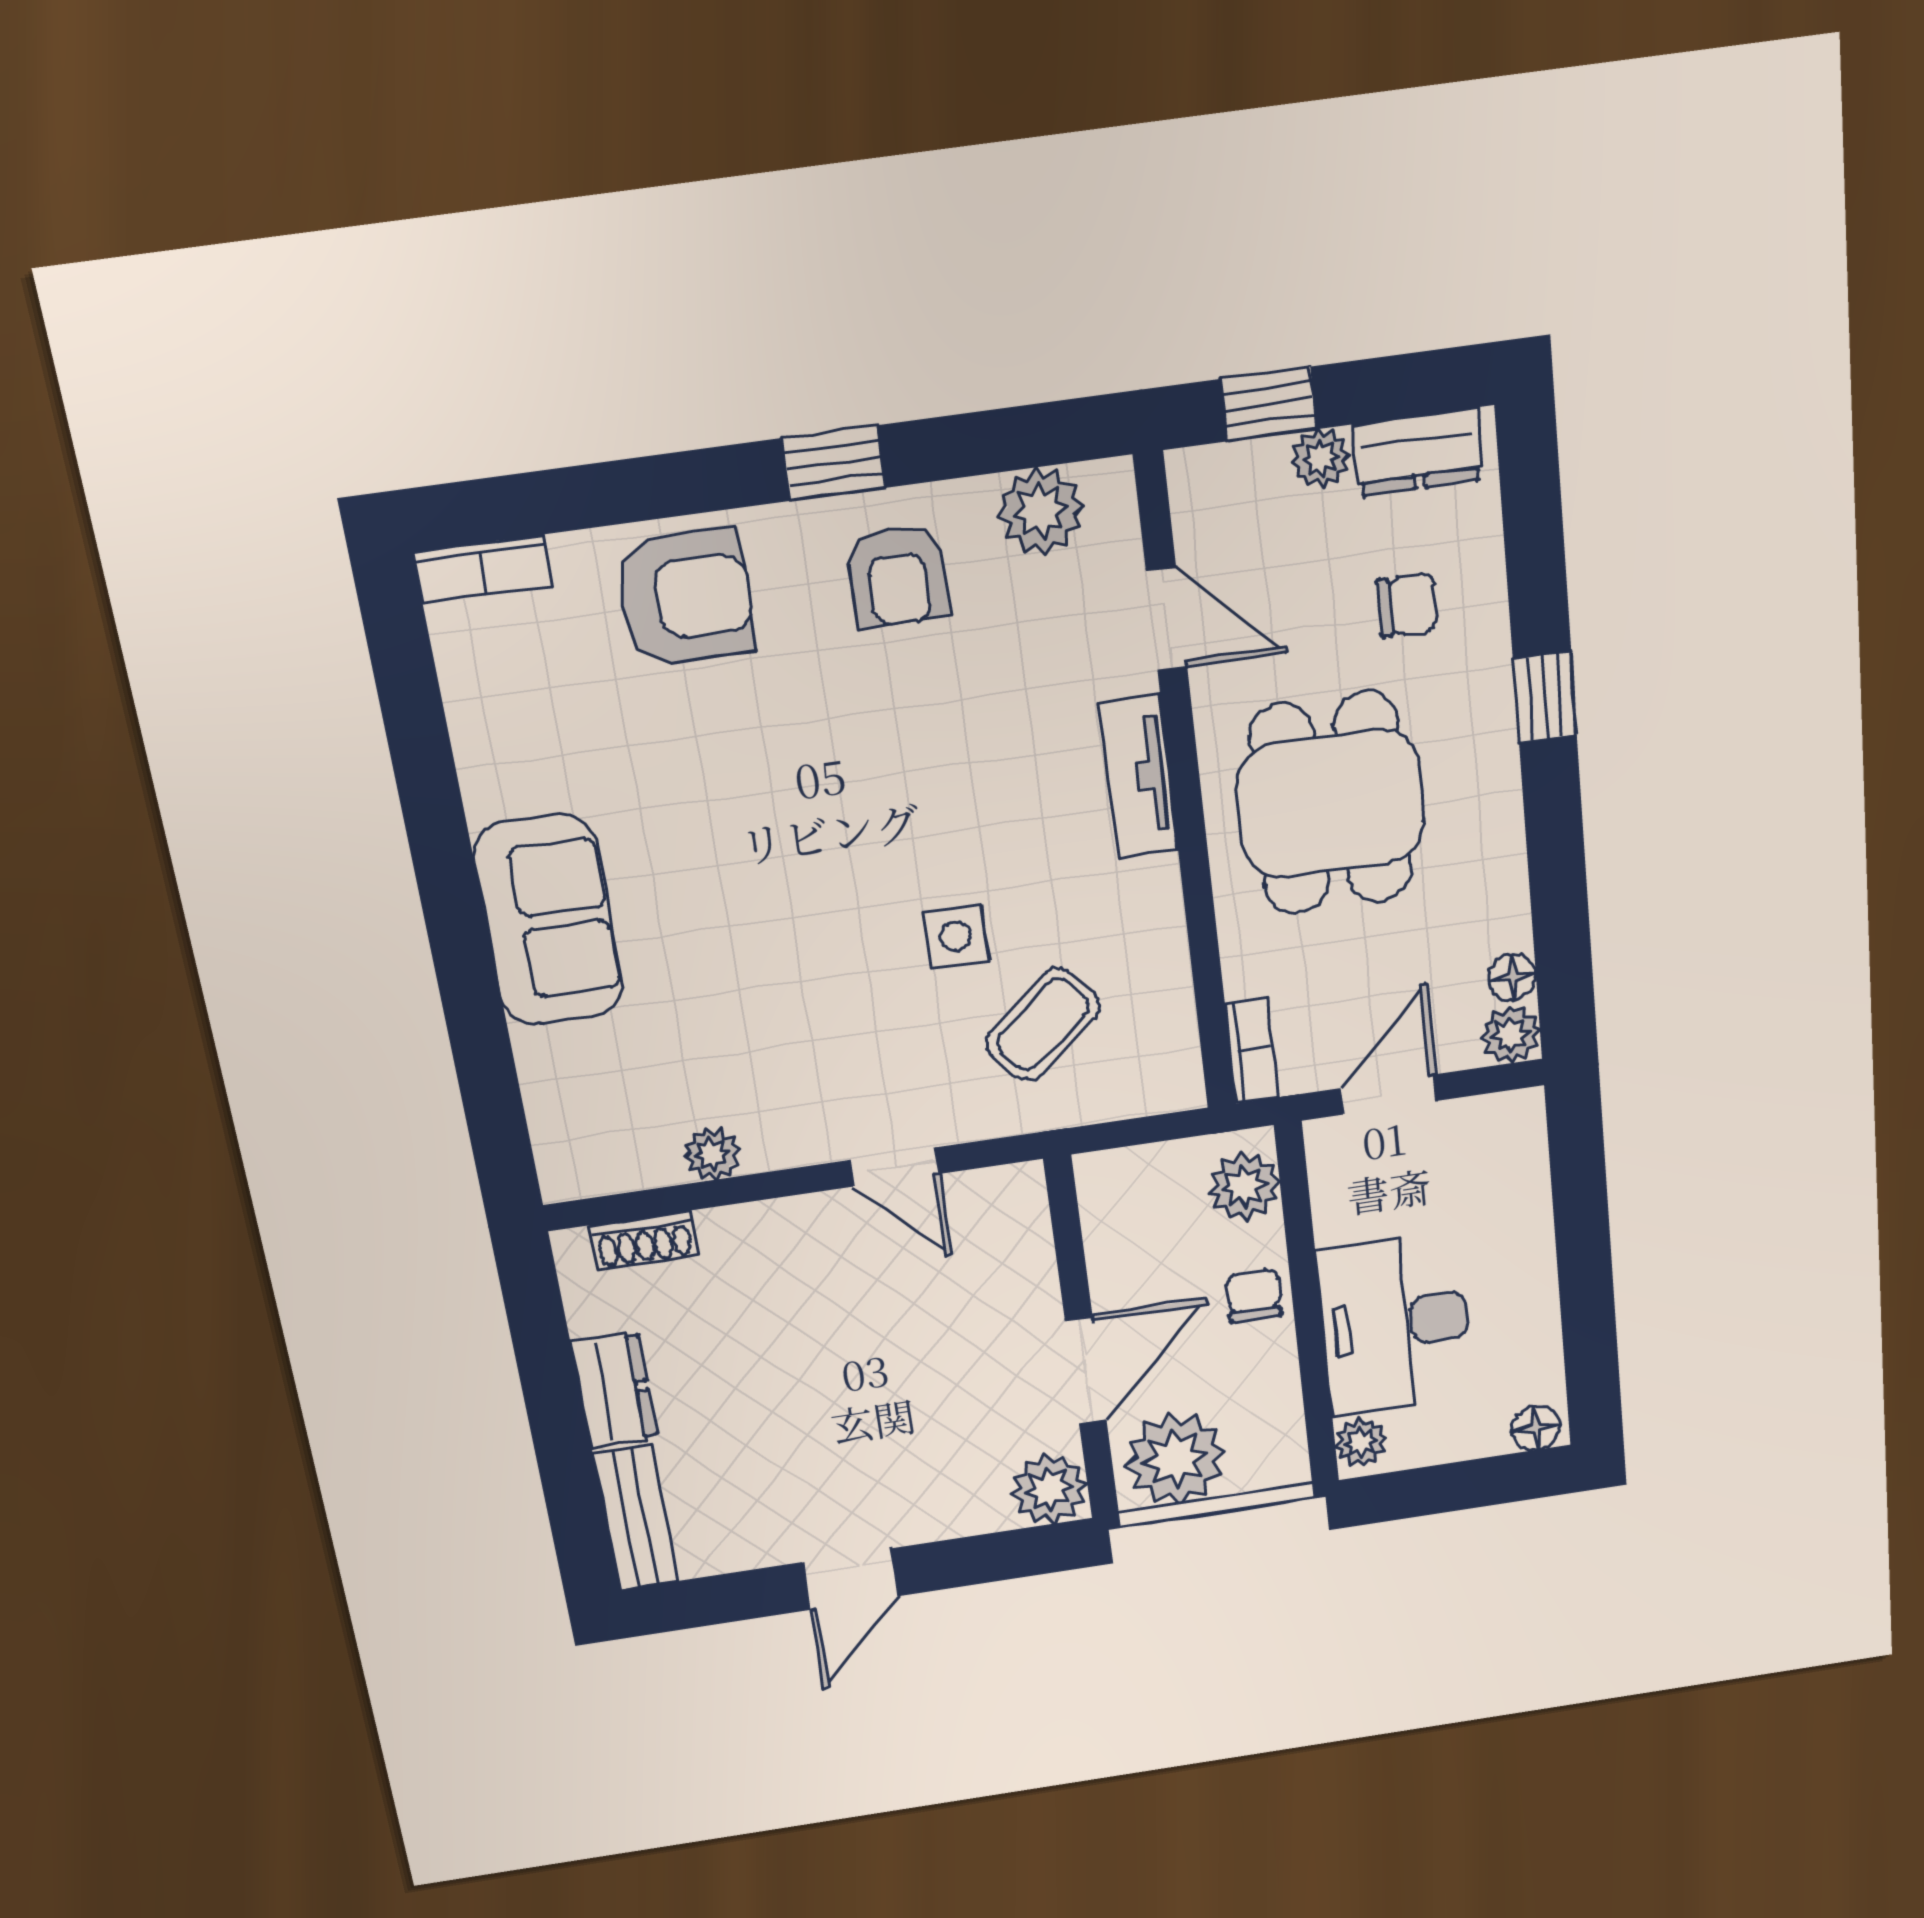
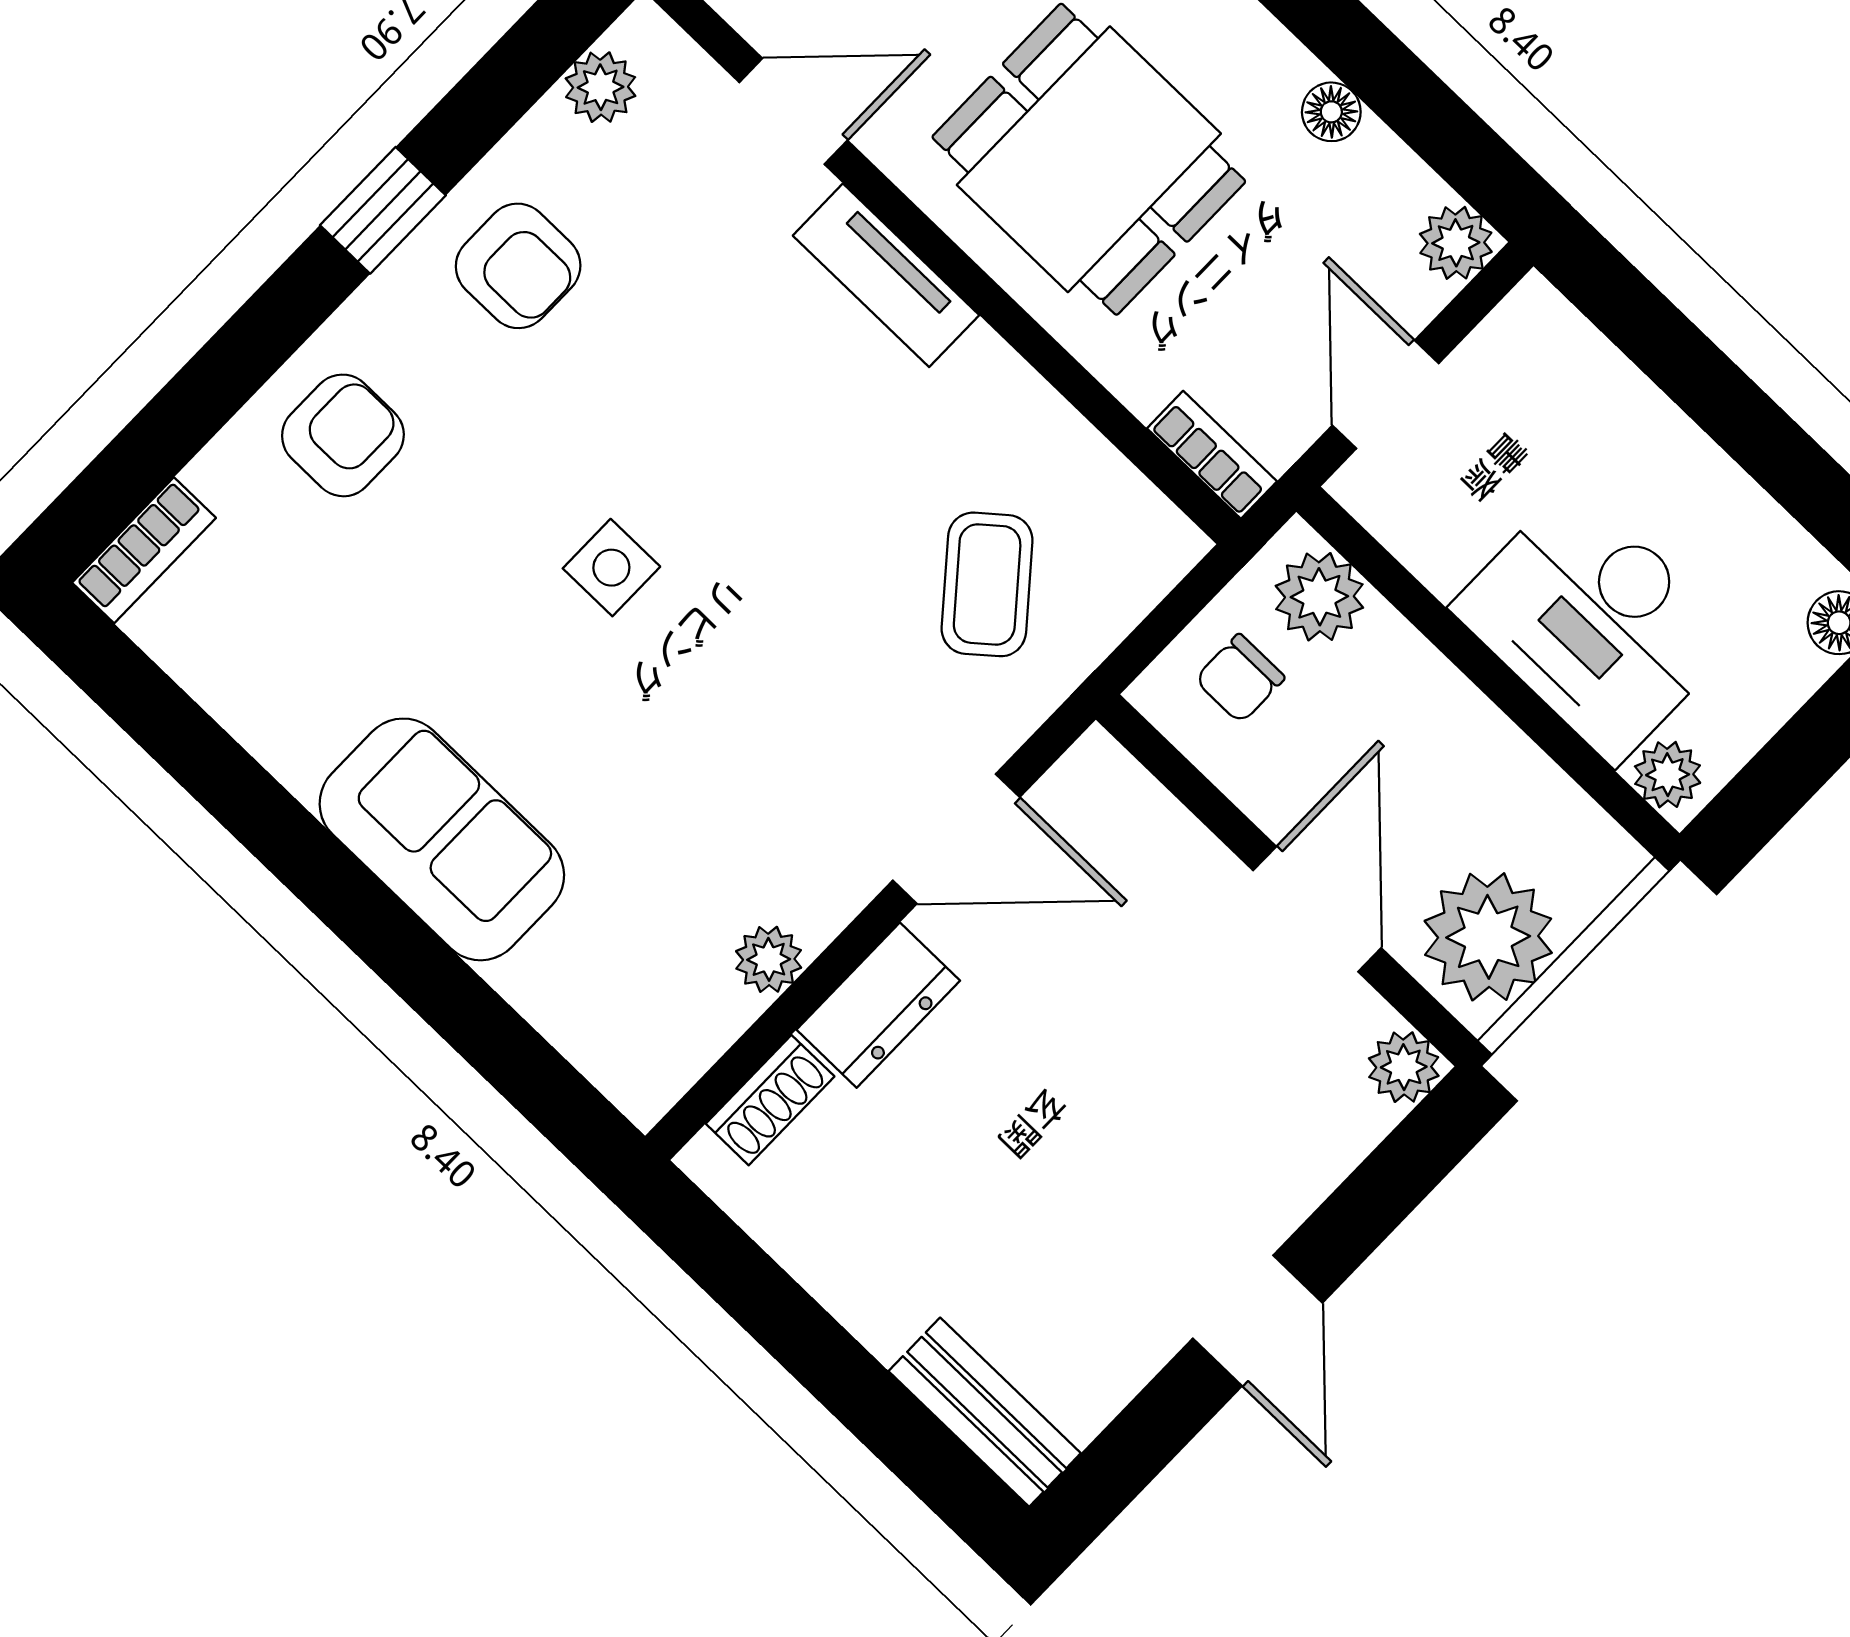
plant: (1041, 511) -> (601, 87), width x0.73, depth x0.73
armchair: (685, 598) -> (343, 435), width x0.72, depth x0.72
side table: (956, 936) -> (611, 568), moved
floor lamp: (1512, 977) -> (1331, 112), moved
door: (894, 1167) -> (956, 839), width x1.37
chair: (1254, 1295) -> (1240, 679), moved, turned -90
dresser: (614, 1390) -> (878, 1005), moved, turned 90
plant: (1049, 1489) -> (1404, 1067), width x0.73, depth x0.73

